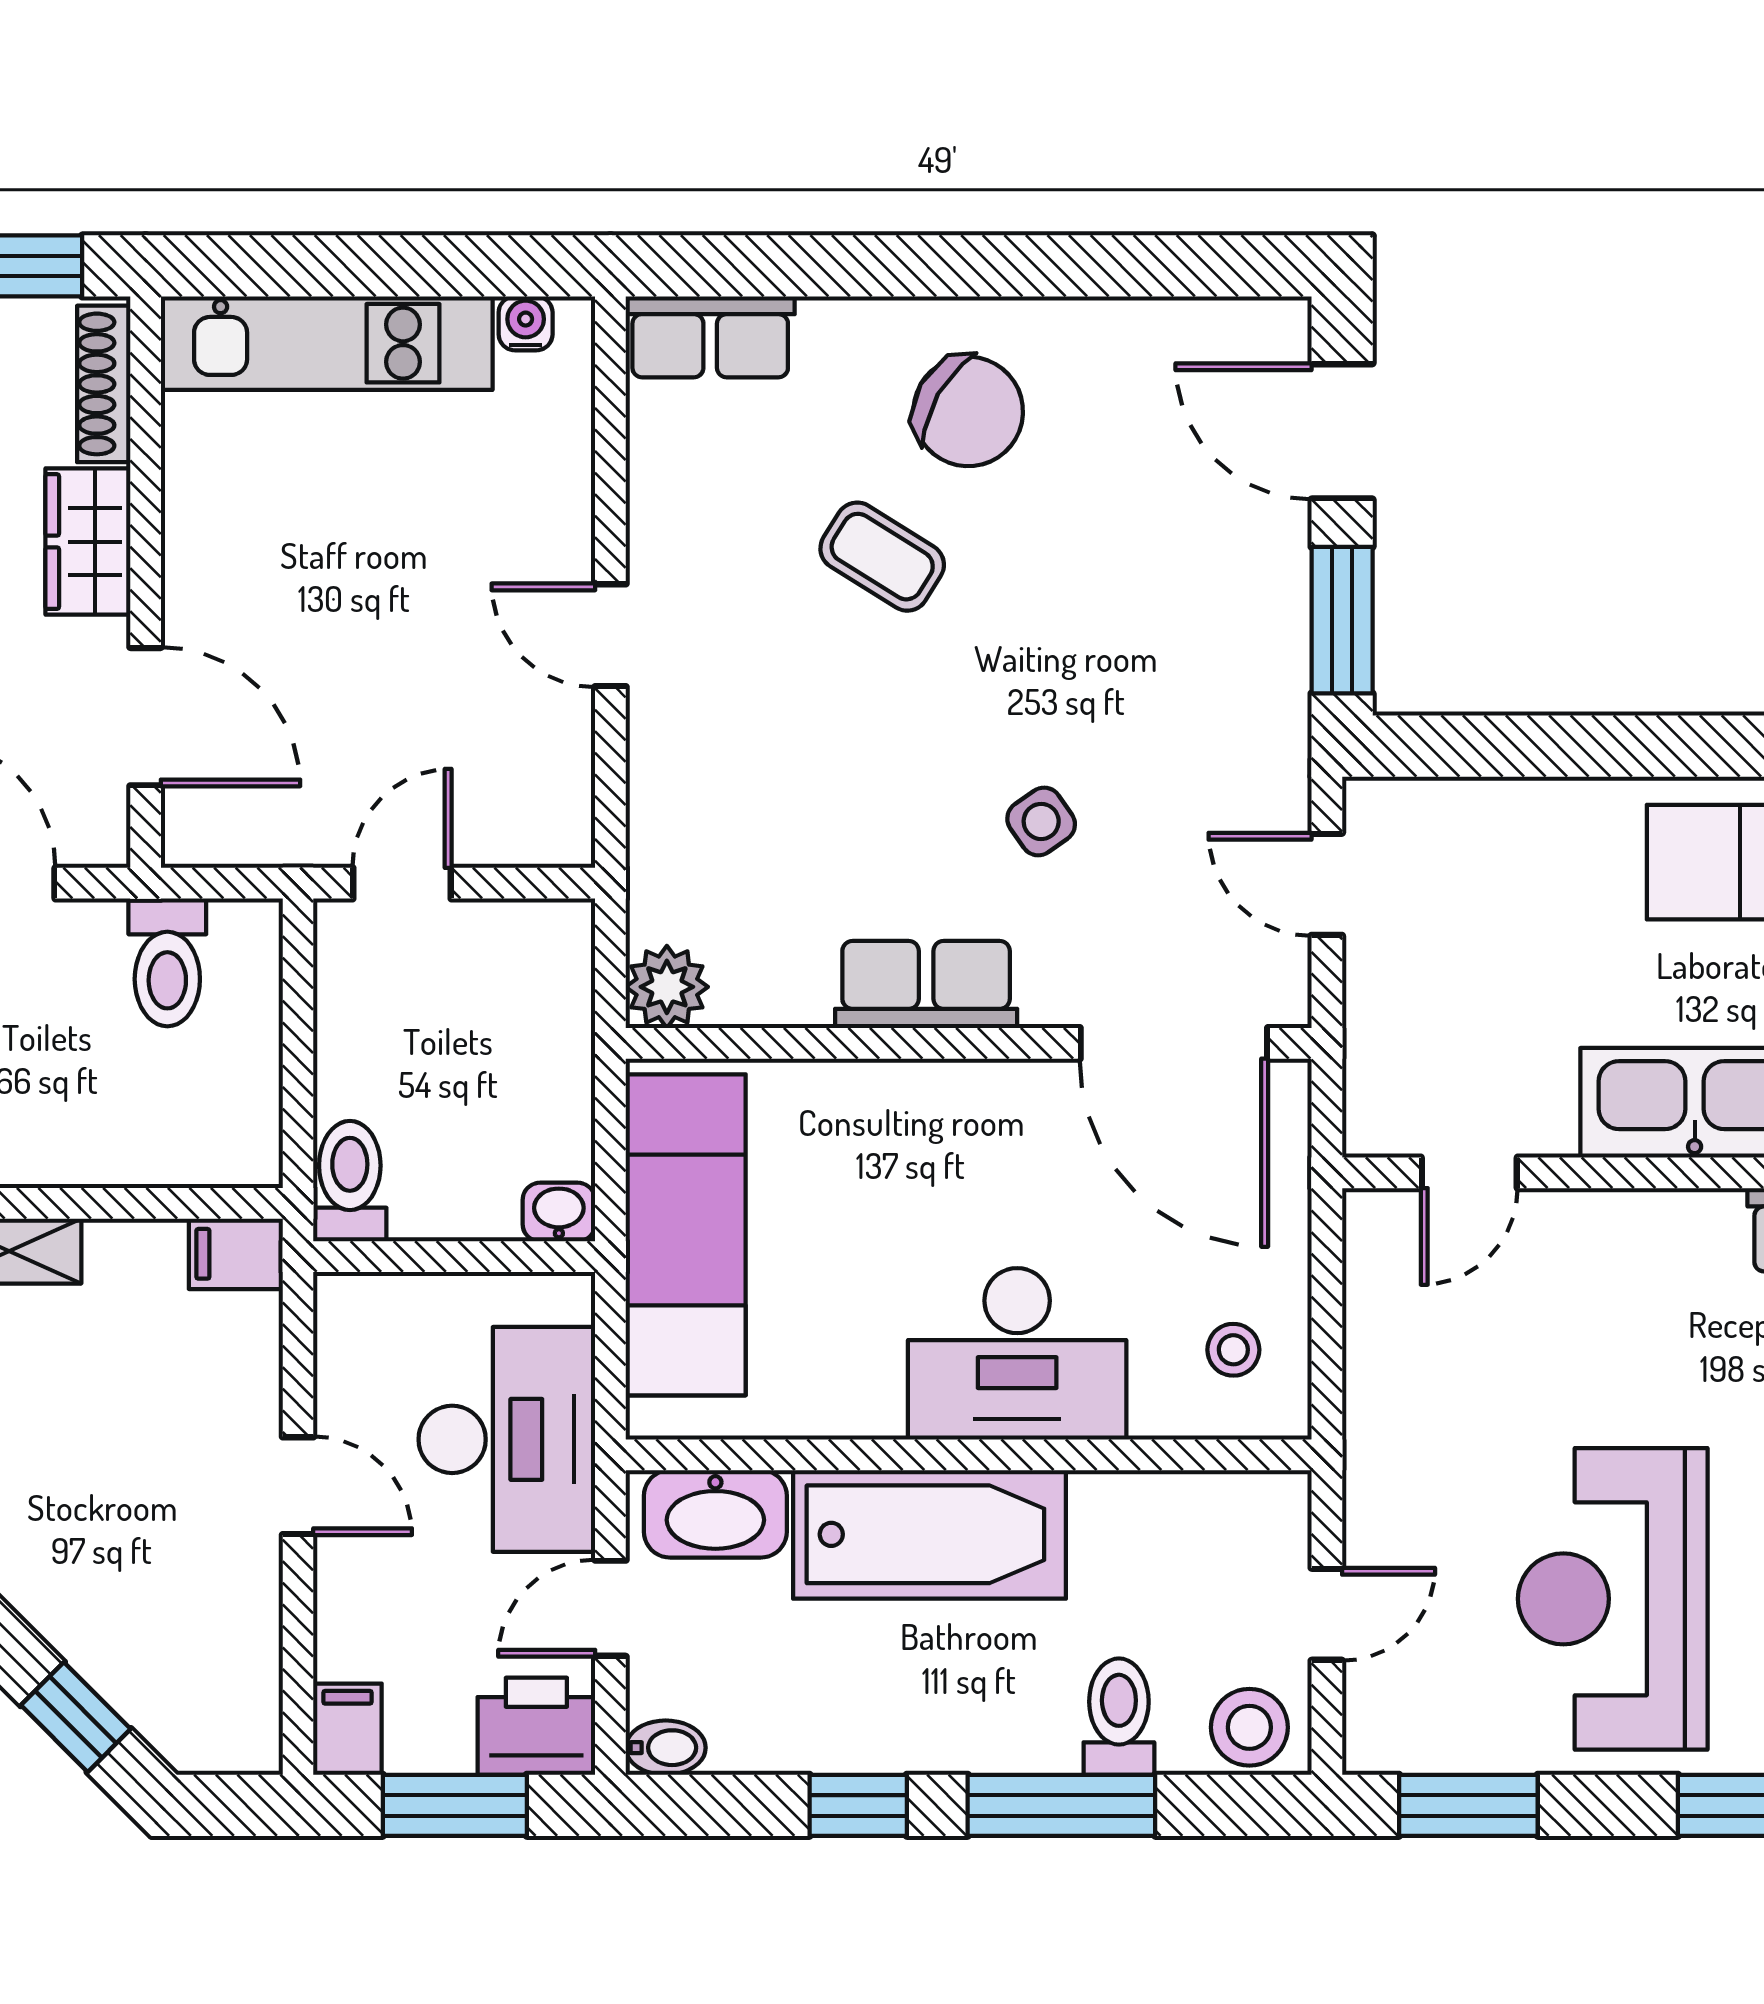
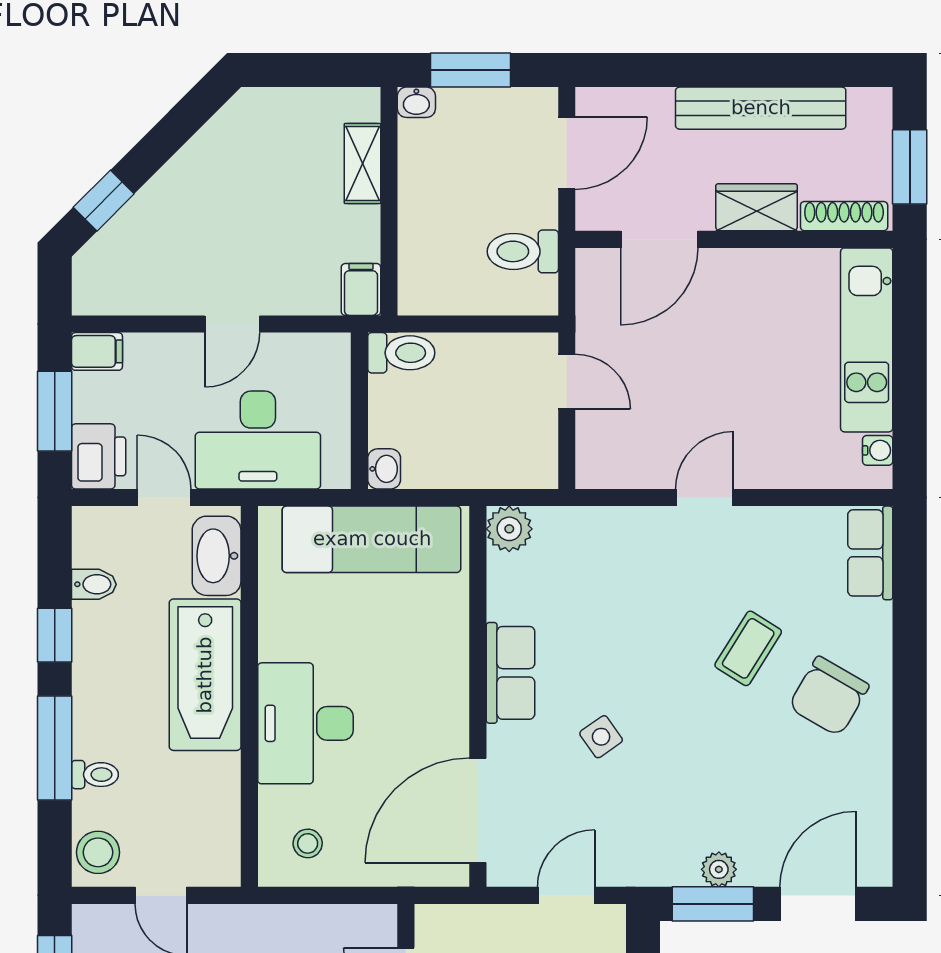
plant: (1280, 610) -> (719, 869), added
toilet: (1119, 1717) -> (95, 775), width x0.73, depth x0.72
bidet: (666, 1748) -> (94, 584), moved, turned -90

